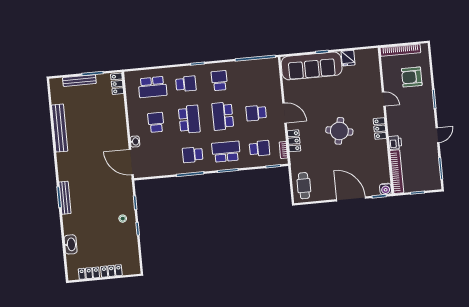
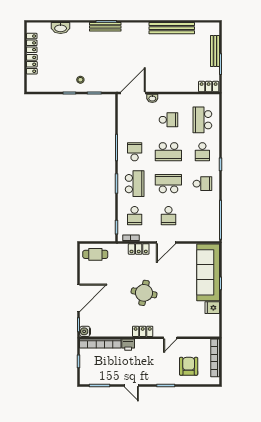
school desk: (256, 113) -> (168, 216), turned 180

